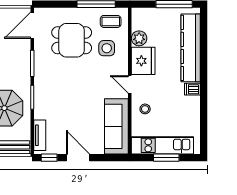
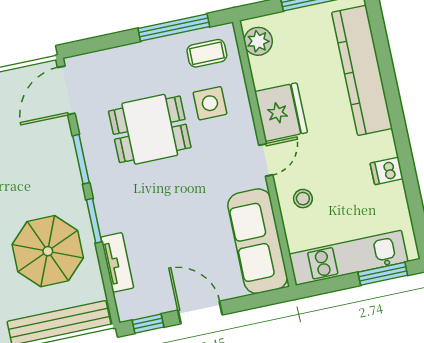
plant: (139, 38) -> (258, 41), moved
dining table: (72, 40) -> (150, 129), moved
door: (130, 84) -> (266, 160), swing flipped
dishwasher: (192, 89) -> (387, 171), moved
tv unit: (40, 135) -> (117, 262), moved
window: (166, 158) -> (383, 274), moved

